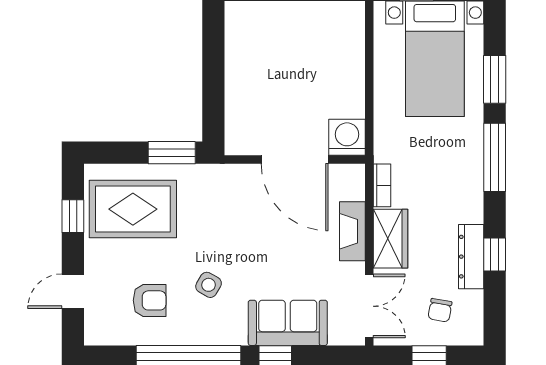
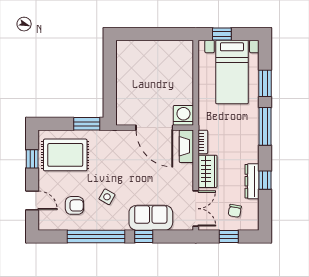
fireplace: (352, 231) -> (186, 146), moved
door: (73, 291) -> (32, 200), swing flipped

